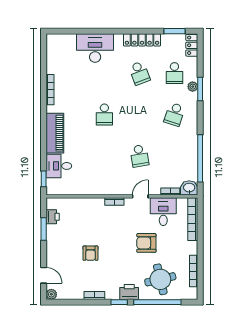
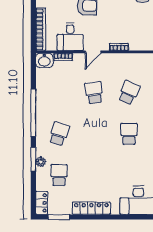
school desk: (139, 73) -> (129, 93), moved, turned 45
window: (200, 158) -> (33, 113), moved

